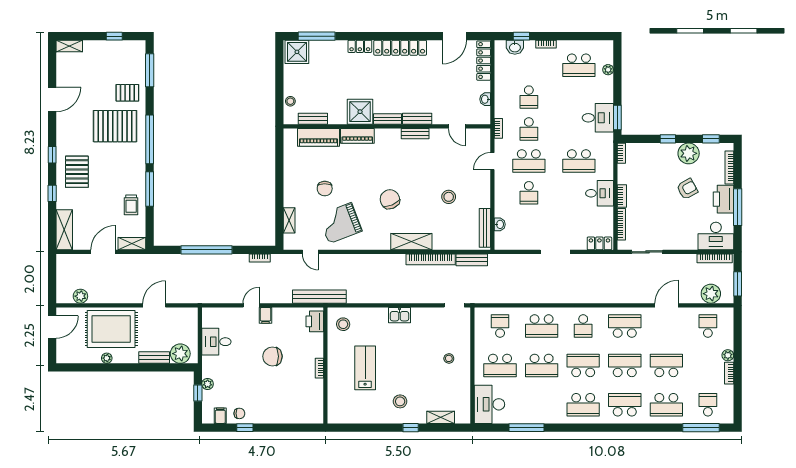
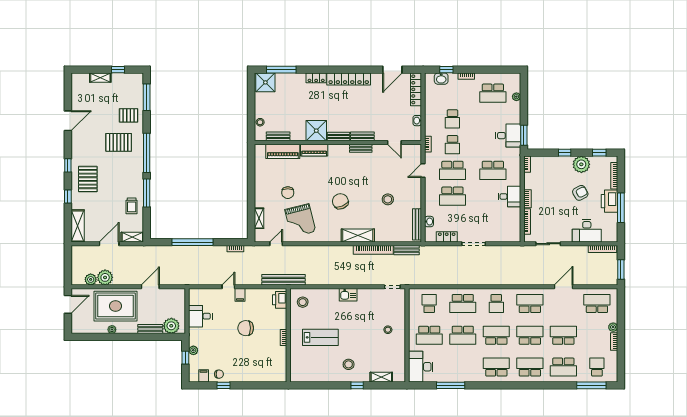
shelving: (69, 46) -> (100, 78), moved
pallet: (115, 126) -> (119, 142), width x0.73, depth x0.71
school desk: (529, 193) -> (452, 196), width x1.85
grand piano: (340, 223) -> (300, 220), turned -83
desk: (716, 236) -> (587, 231), moved
locker: (599, 243) -> (447, 237), moved
door: (310, 252) -> (276, 244), swing flipped
plant: (711, 294) -> (105, 277), moved
school desk: (708, 326) -> (597, 304), width x1.85
lab bench: (365, 368) -> (320, 337), turned 90
school desk: (583, 405) -> (496, 367), turned 180

